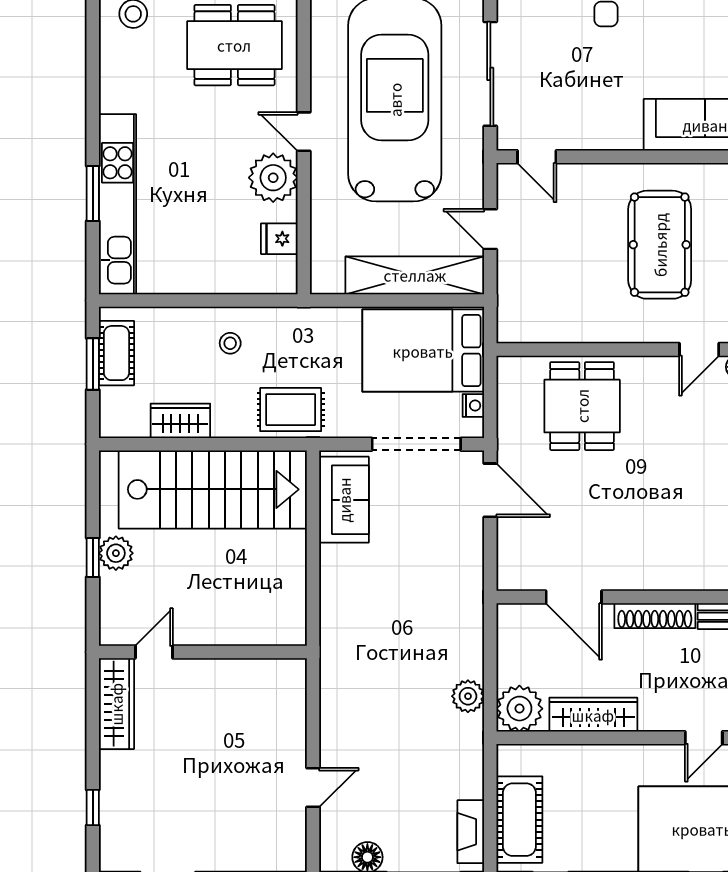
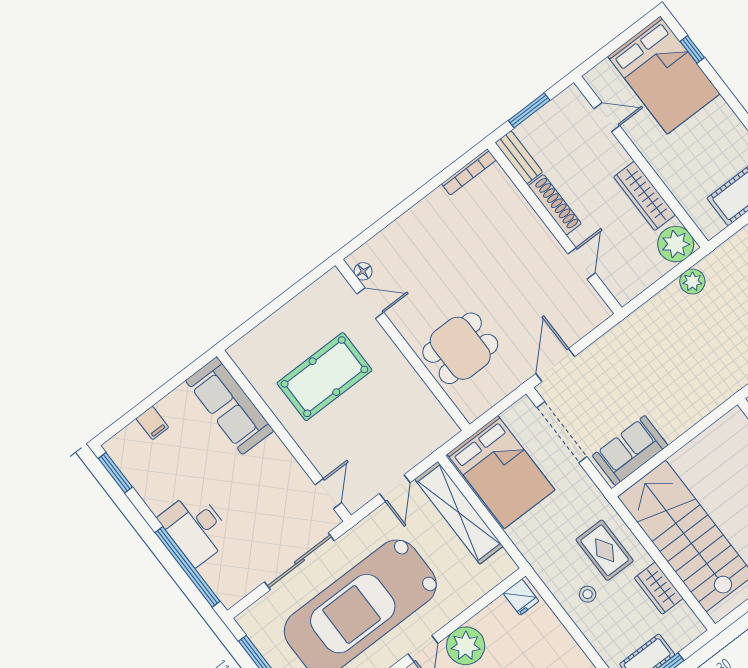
fridge: (279, 239) -> (521, 597), moved
nightstand: (473, 406) -> (511, 415), removed
rug: (291, 410) -> (605, 550), moved
door: (574, 597) -> (582, 263), width x0.73

